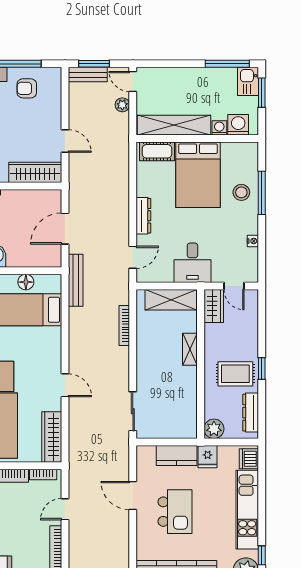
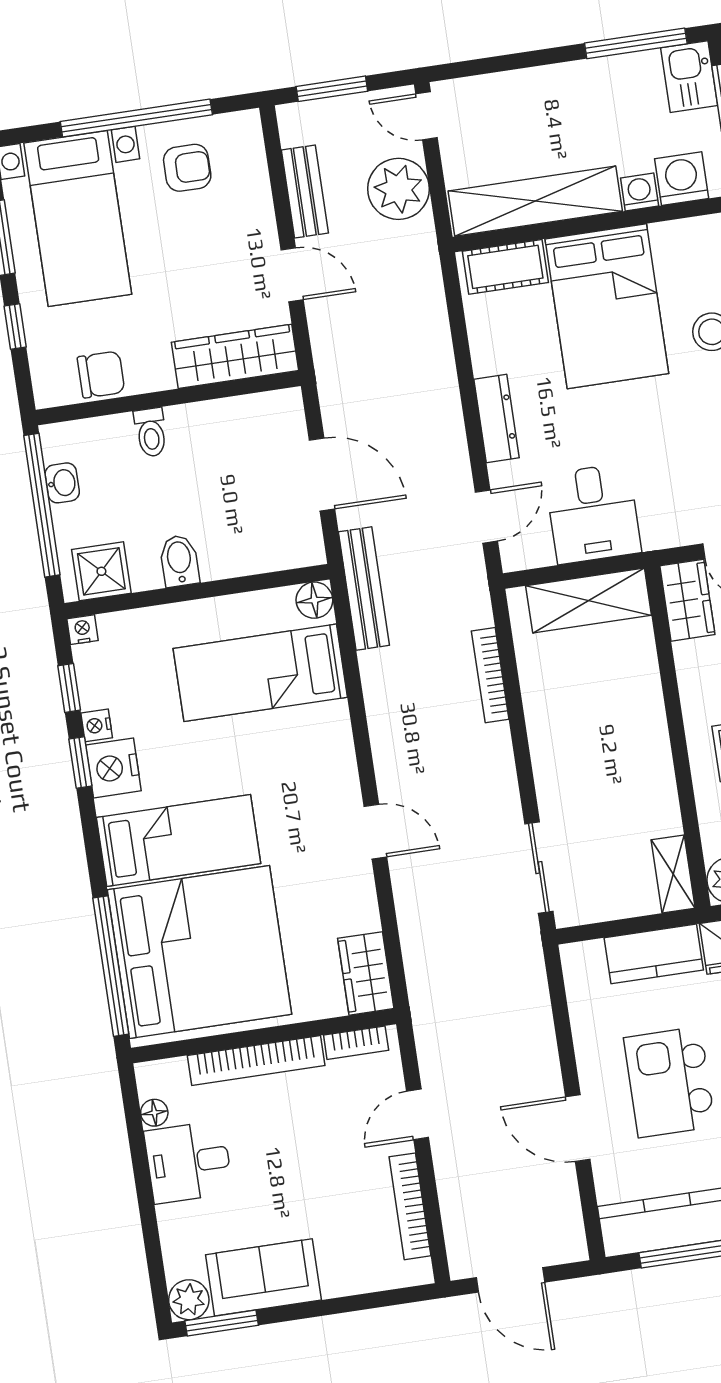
bench: (88, 75) -> (305, 192), moved, turned 90
armchair: (27, 88) -> (187, 168), turned 180
plant: (122, 105) -> (398, 189), width x1.87, depth x1.87
door: (65, 229) -> (322, 475), swing flipped
desk: (192, 263) -> (593, 513), moved
floor lamp: (26, 282) -> (314, 600), moved
shelving: (190, 349) -> (673, 874), moved
wardrobe: (52, 437) -> (366, 973), width x0.67
door: (133, 496) -> (578, 1128), moved
kitchen island: (175, 512) -> (670, 1082), turned 180

